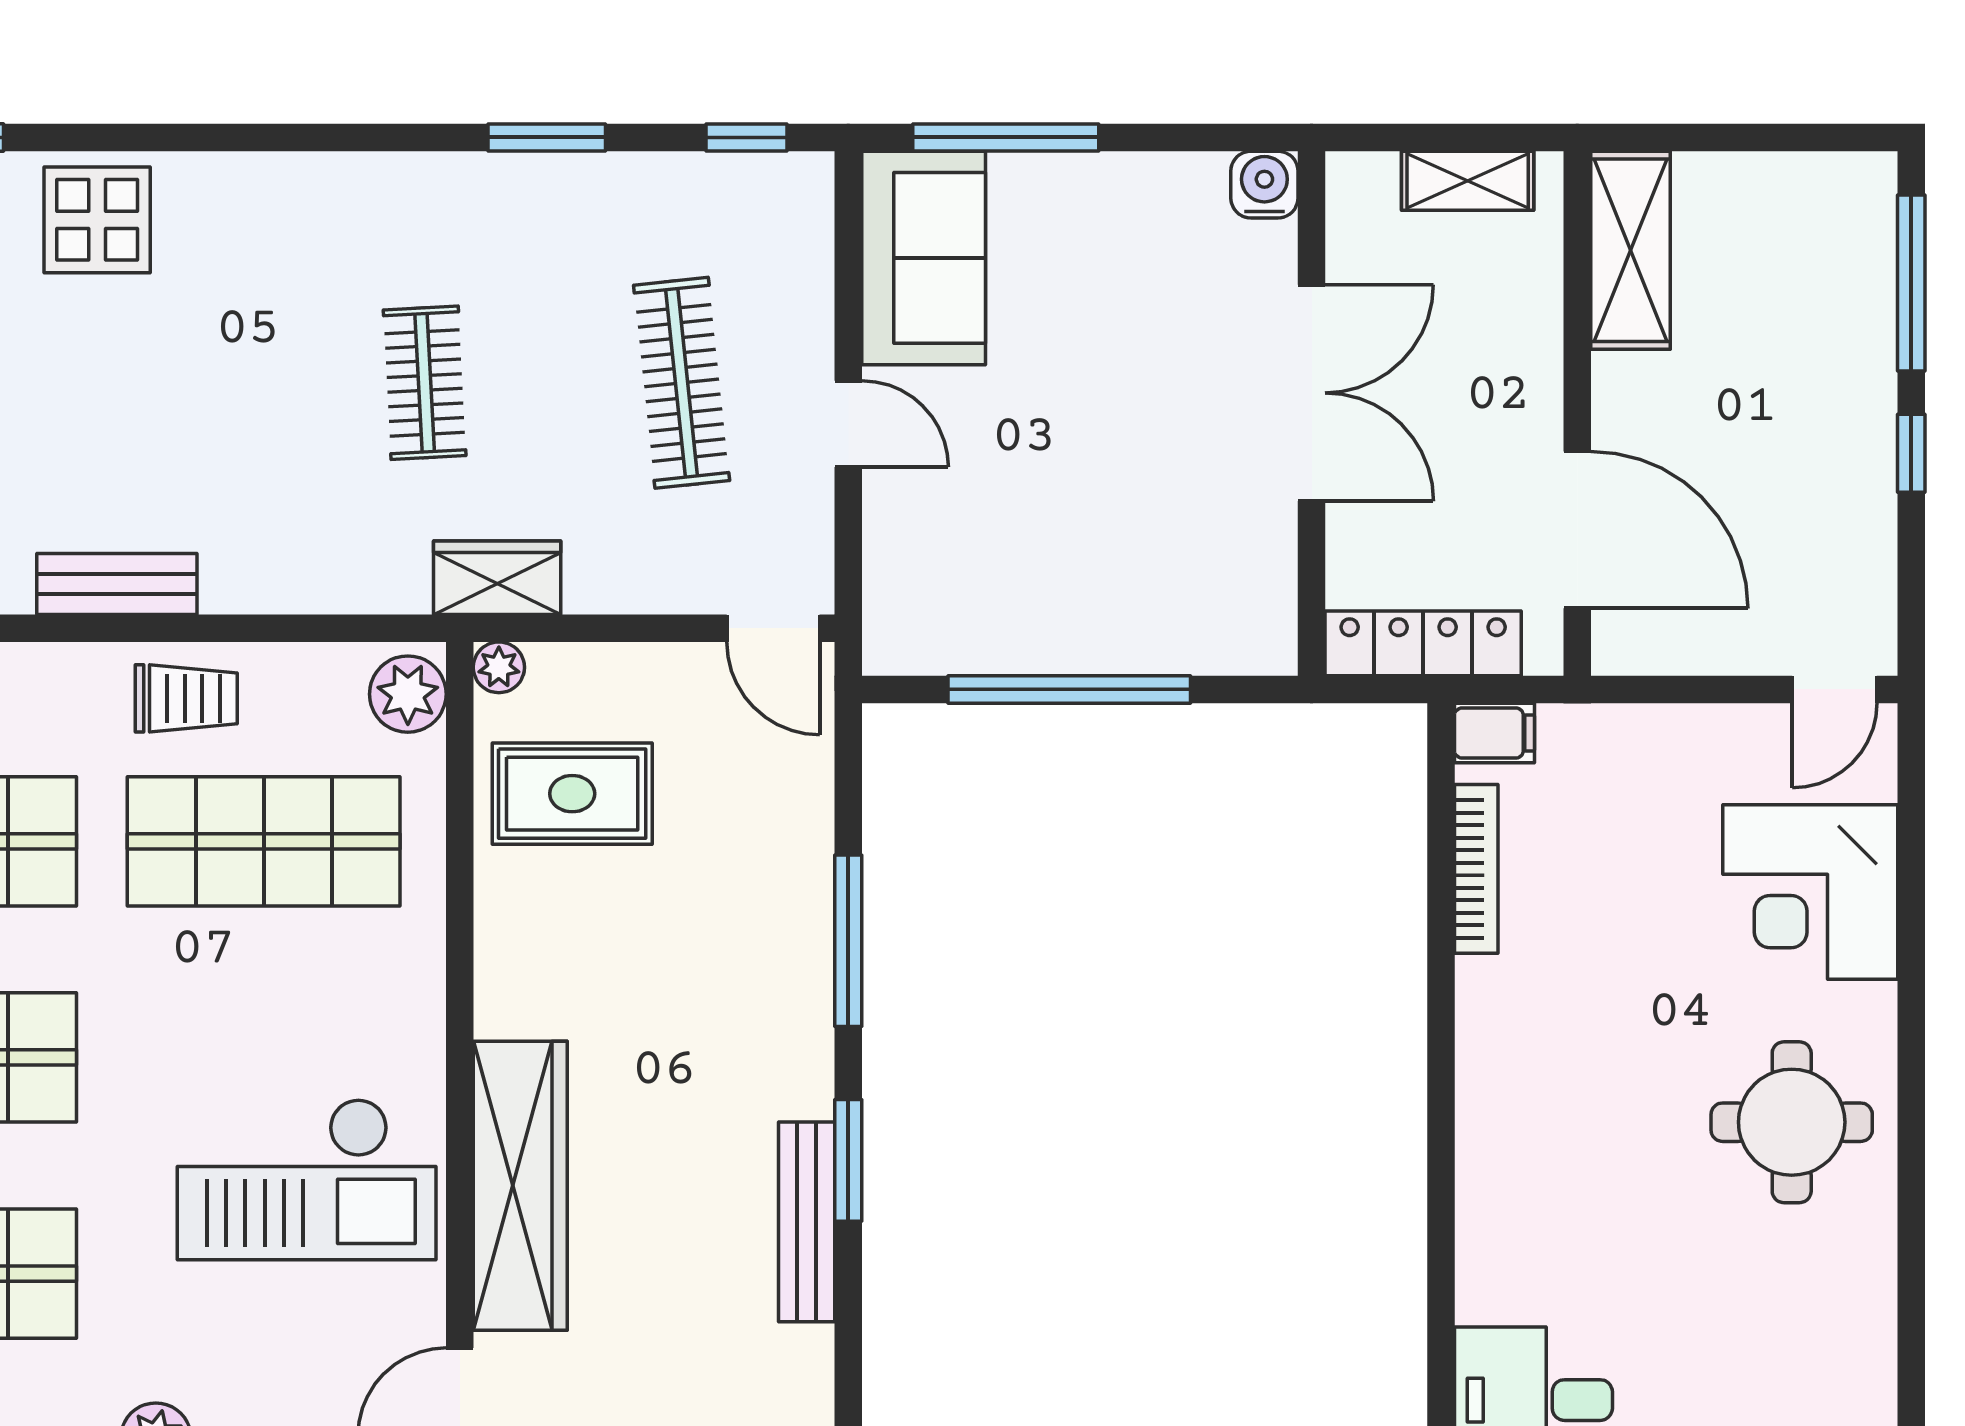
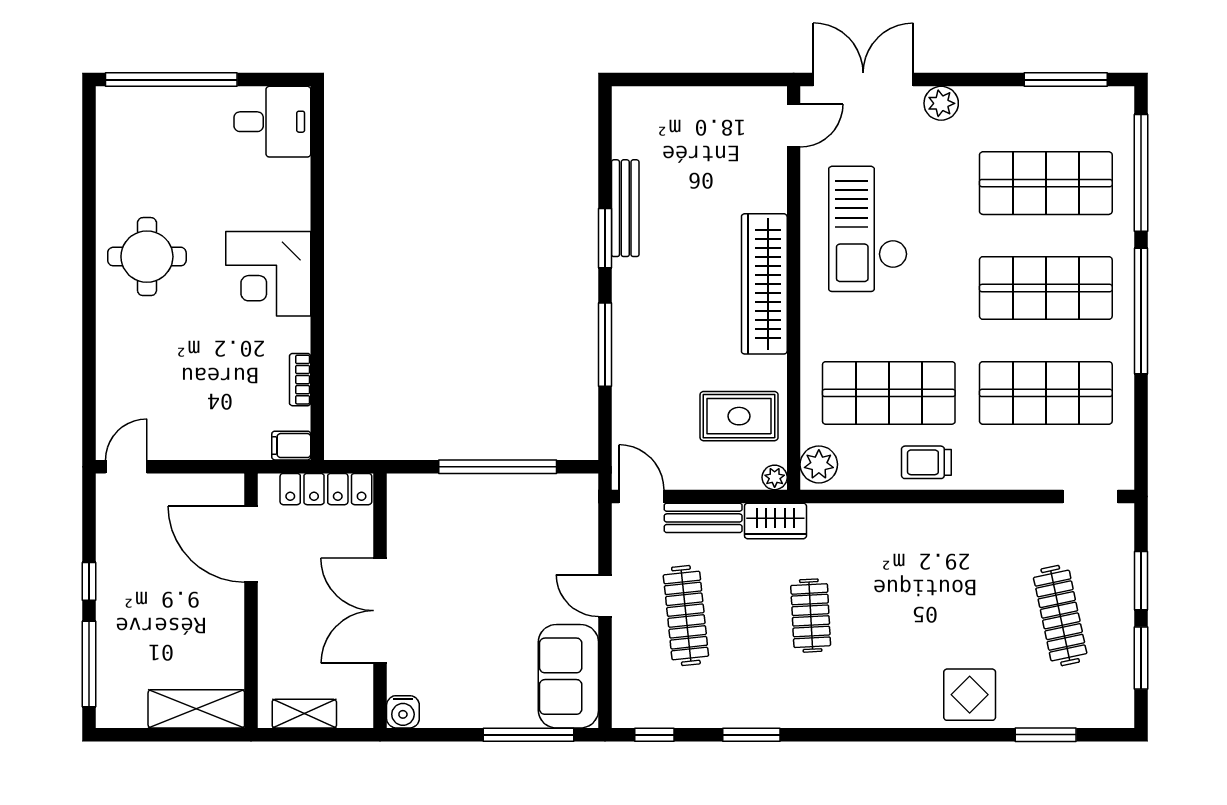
shelving: (1631, 250) -> (196, 709), moved, turned 90
bench: (117, 584) -> (703, 518), moved
bookcase: (1476, 869) -> (300, 380), width x0.64
corner desk: (1810, 892) -> (268, 274), moved, turned 180
checkout: (307, 1179) -> (868, 229), turned -90
wardrobe: (520, 1186) -> (764, 284), moved

